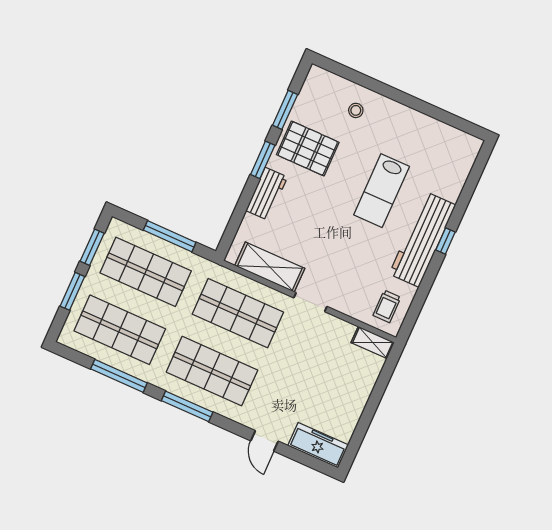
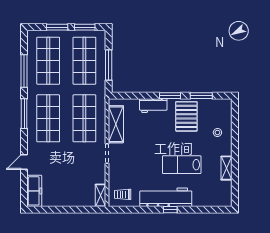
shelving: (419, 121) -> (227, 168), added

